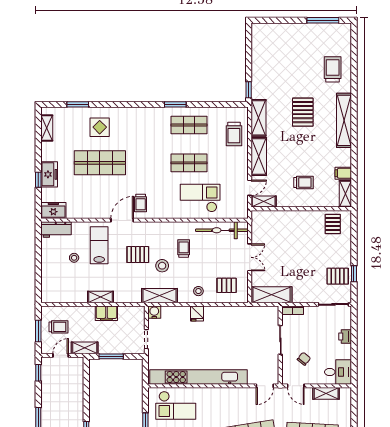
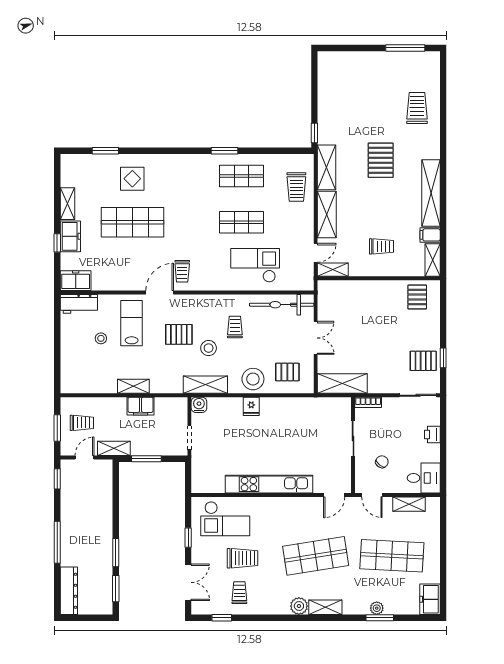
shelving: (344, 120) -> (431, 193), moved
shelving: (47, 128) -> (68, 204), moved
stool: (198, 291) -> (253, 379), width x1.89, depth x1.89
kitchen unit: (199, 377) -> (269, 484), width x0.73

